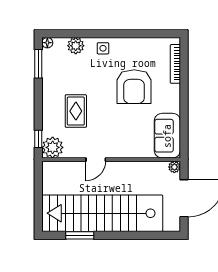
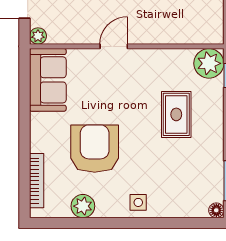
plant: (76, 46) -> (83, 206), moved
door: (96, 160) -> (114, 46), moved

